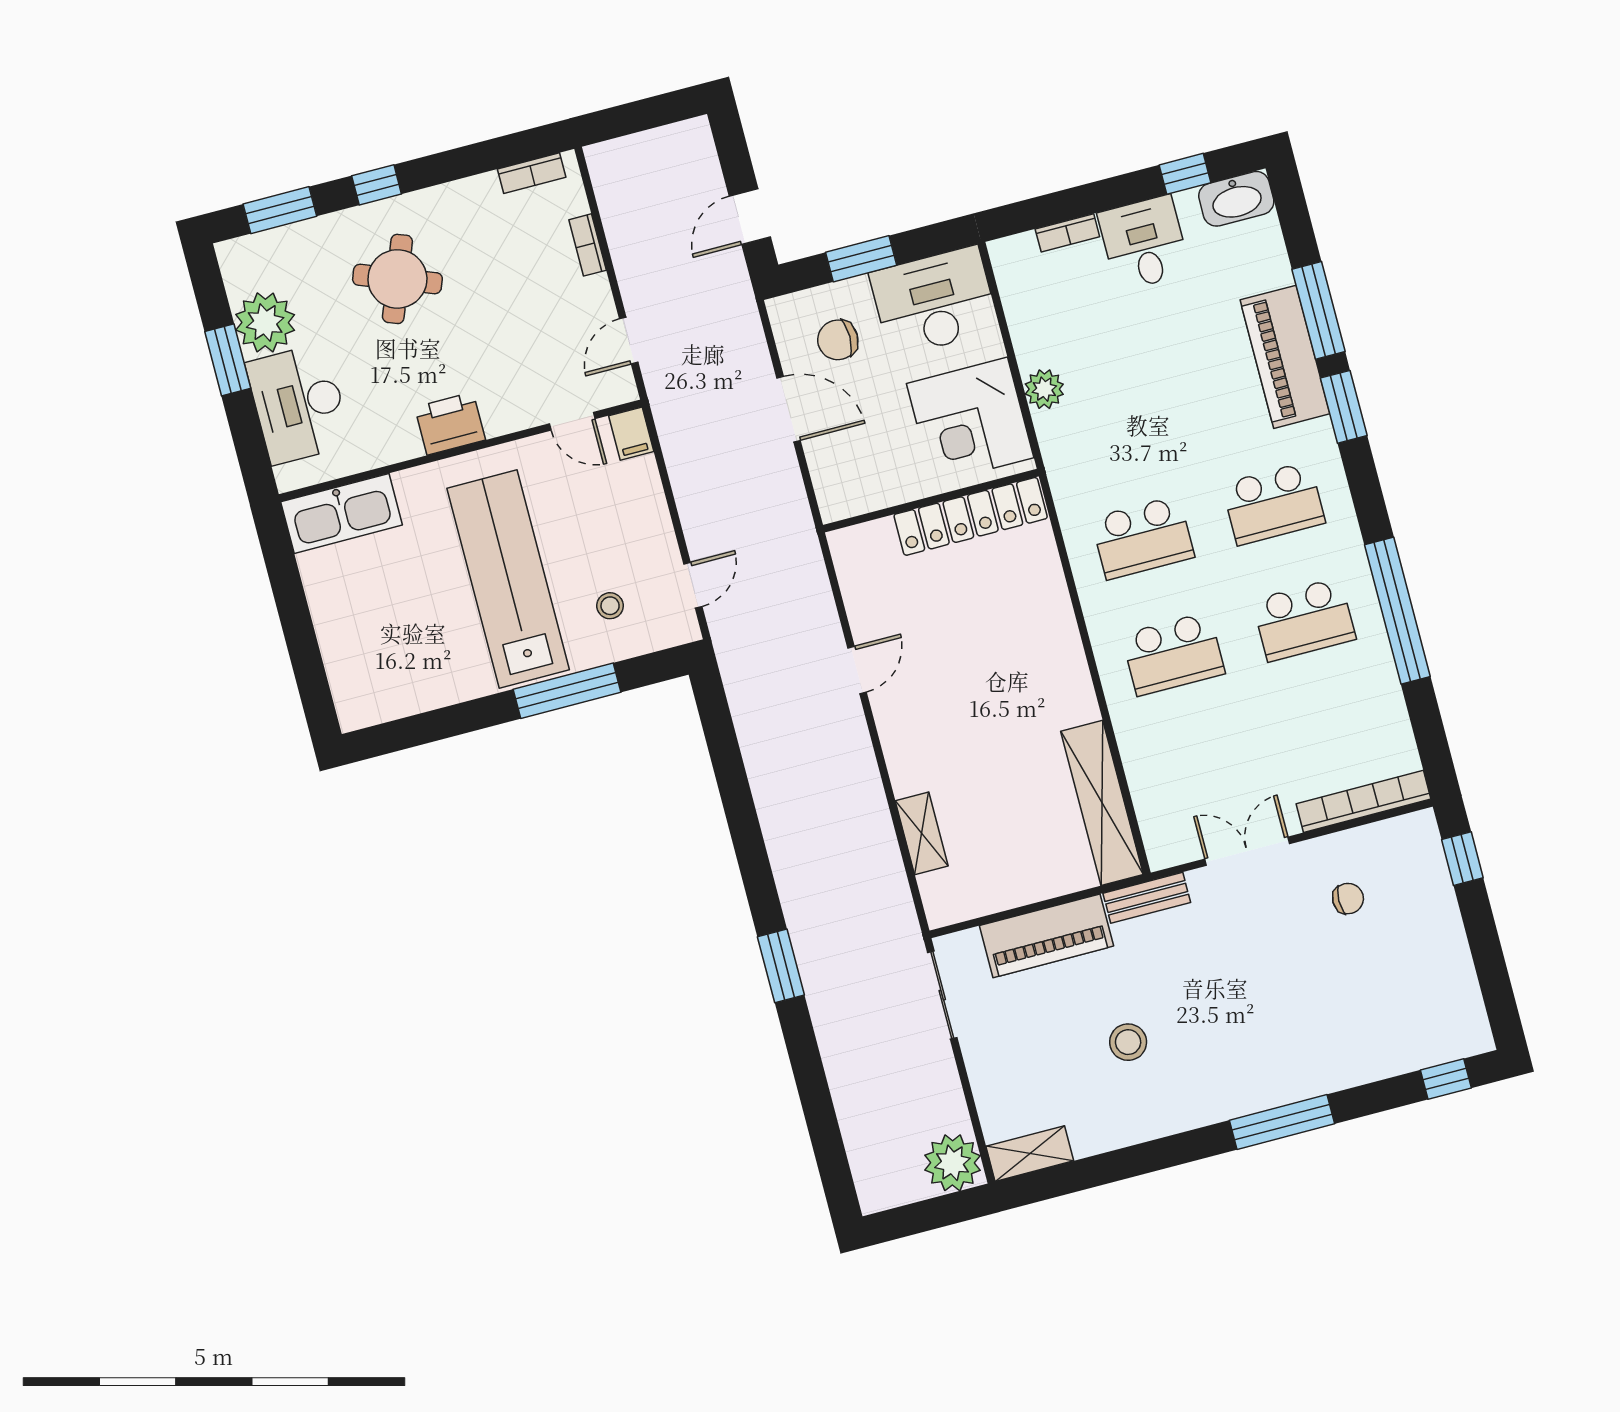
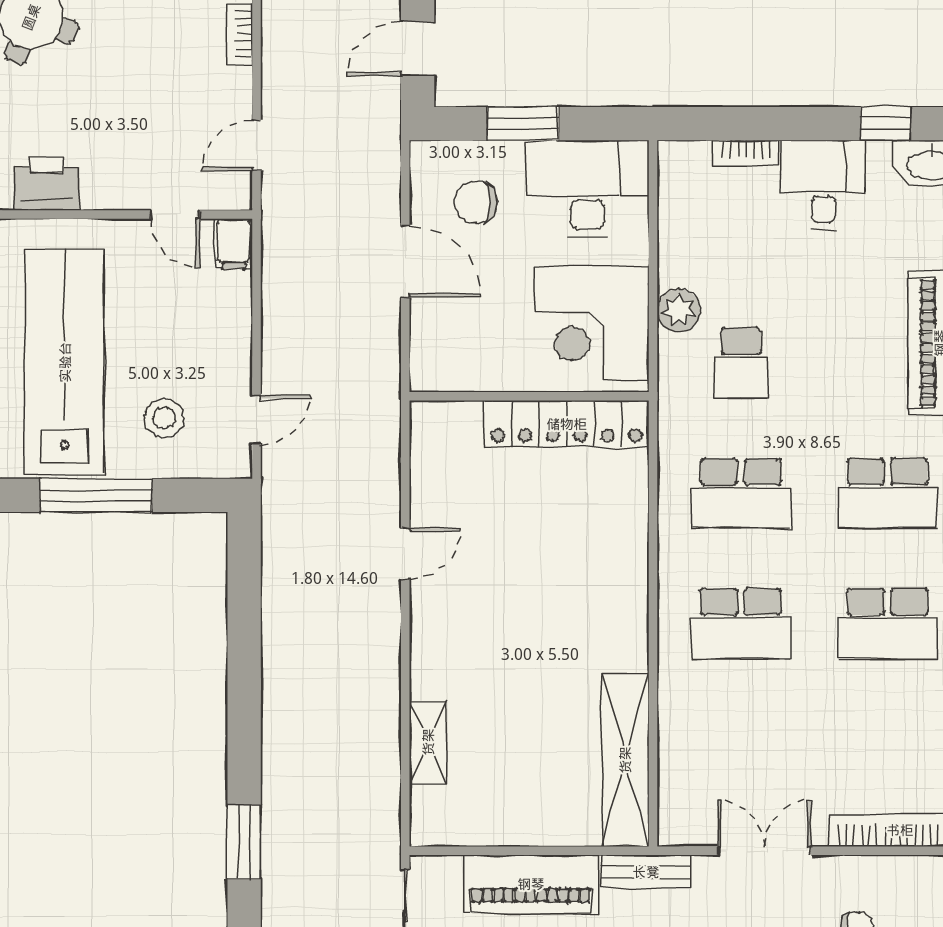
school desk: (1112, 421) -> (741, 363), added
stool: (610, 606) -> (164, 418), width x1.37, depth x1.37

